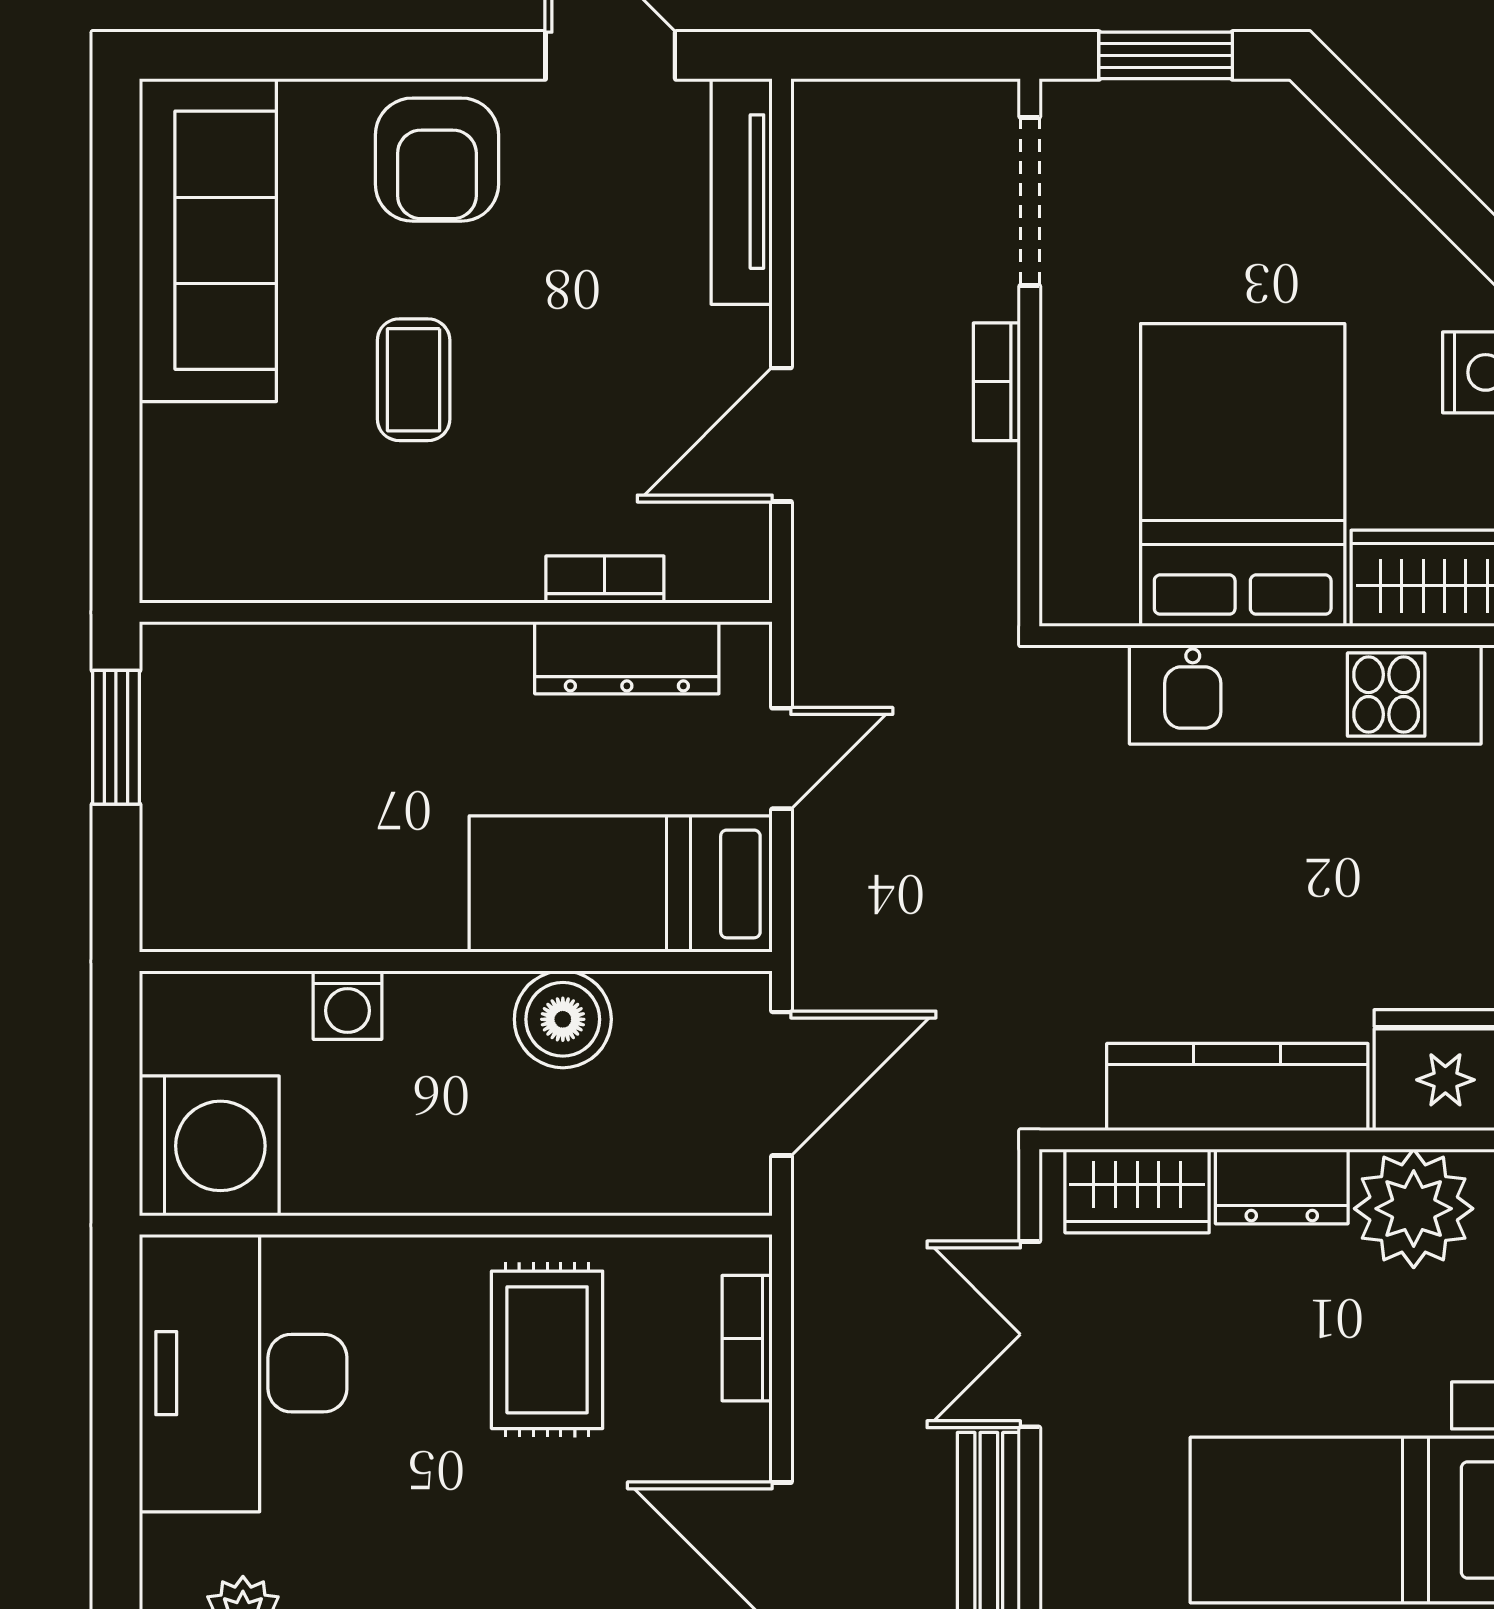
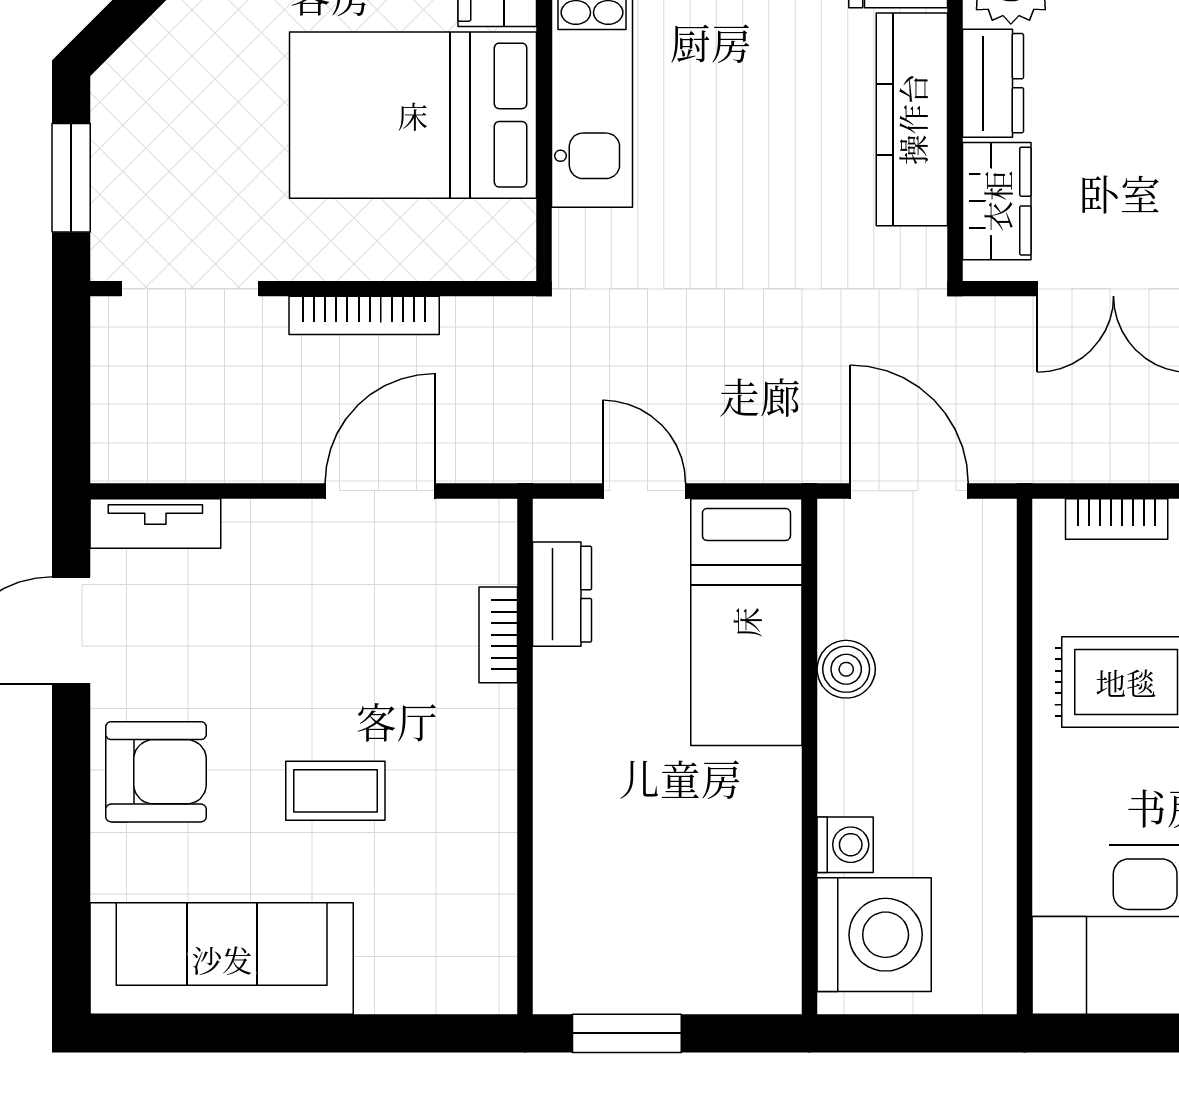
tv unit: (742, 192) -> (155, 523), width x0.71
bookcase: (997, 382) -> (364, 315), width x1.56
door: (782, 435) -> (380, 491), swing flipped
dresser: (627, 658) -> (562, 594), width x0.70
boiler: (563, 1019) -> (846, 669), width x0.73, depth x0.73
washing machine: (209, 1146) -> (874, 935), moved, turned 90

